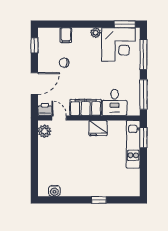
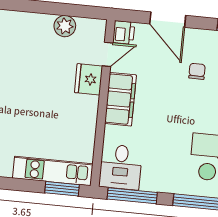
desk: (115, 102) -> (121, 167), moved, turned -90
fridge: (98, 128) -> (88, 79), moved
plant: (45, 131) -> (65, 26), moved

